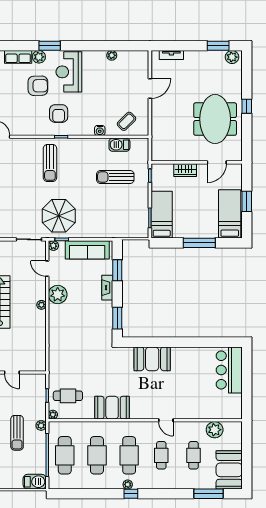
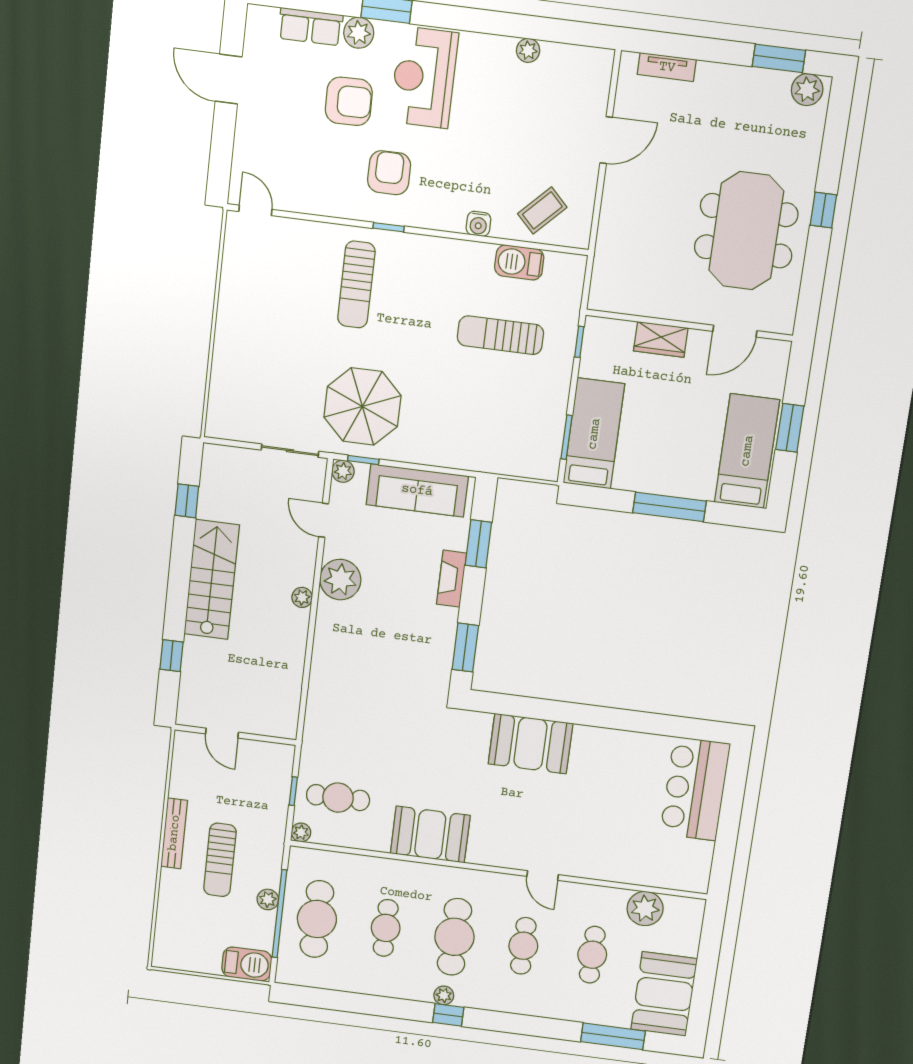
armchair: (59, 114) -> (389, 173), turned 180
plant: (41, 425) -> (268, 899), moved
cafe table: (97, 455) -> (386, 928), width x0.73, depth x0.74

